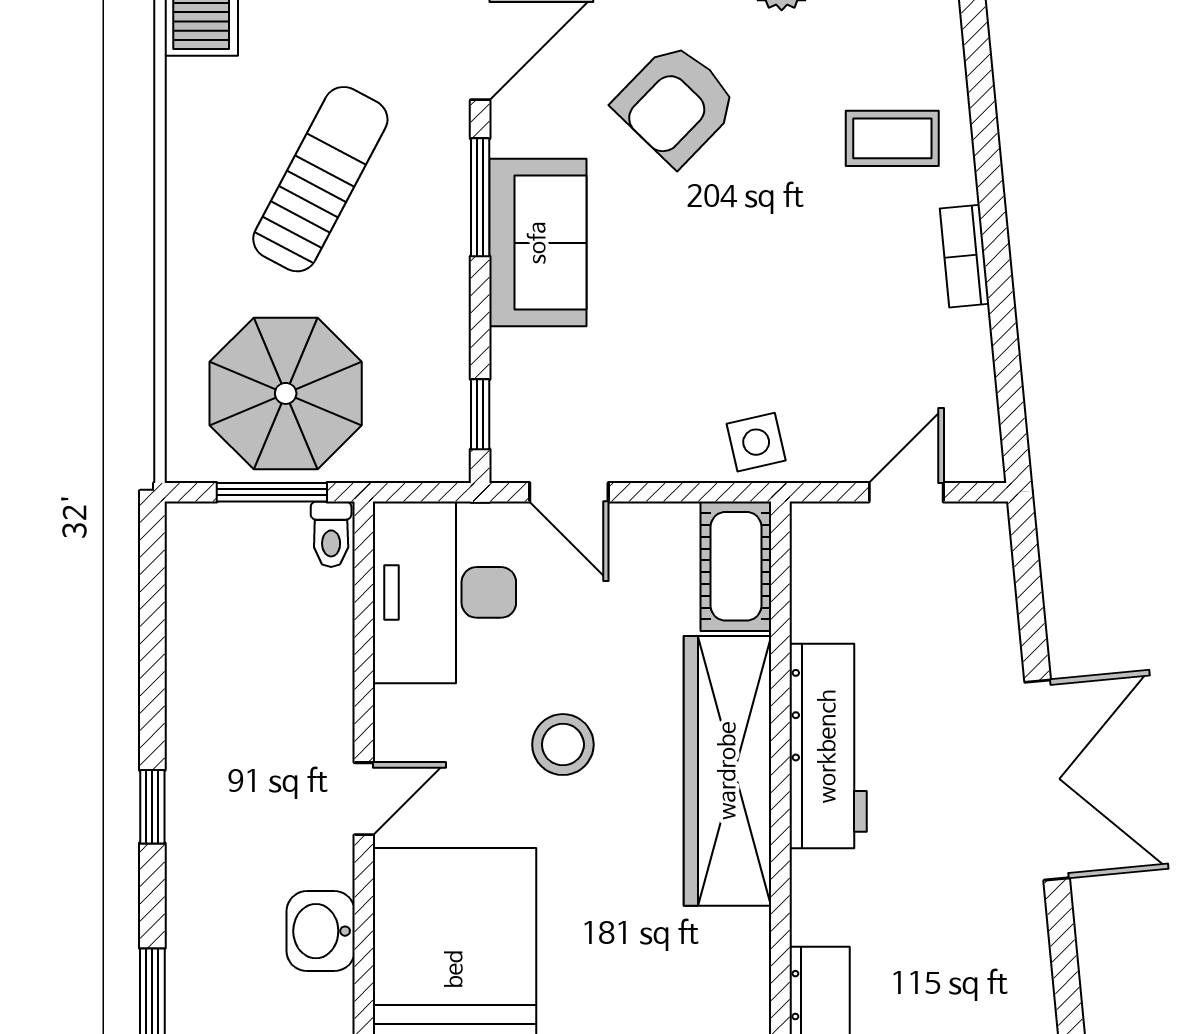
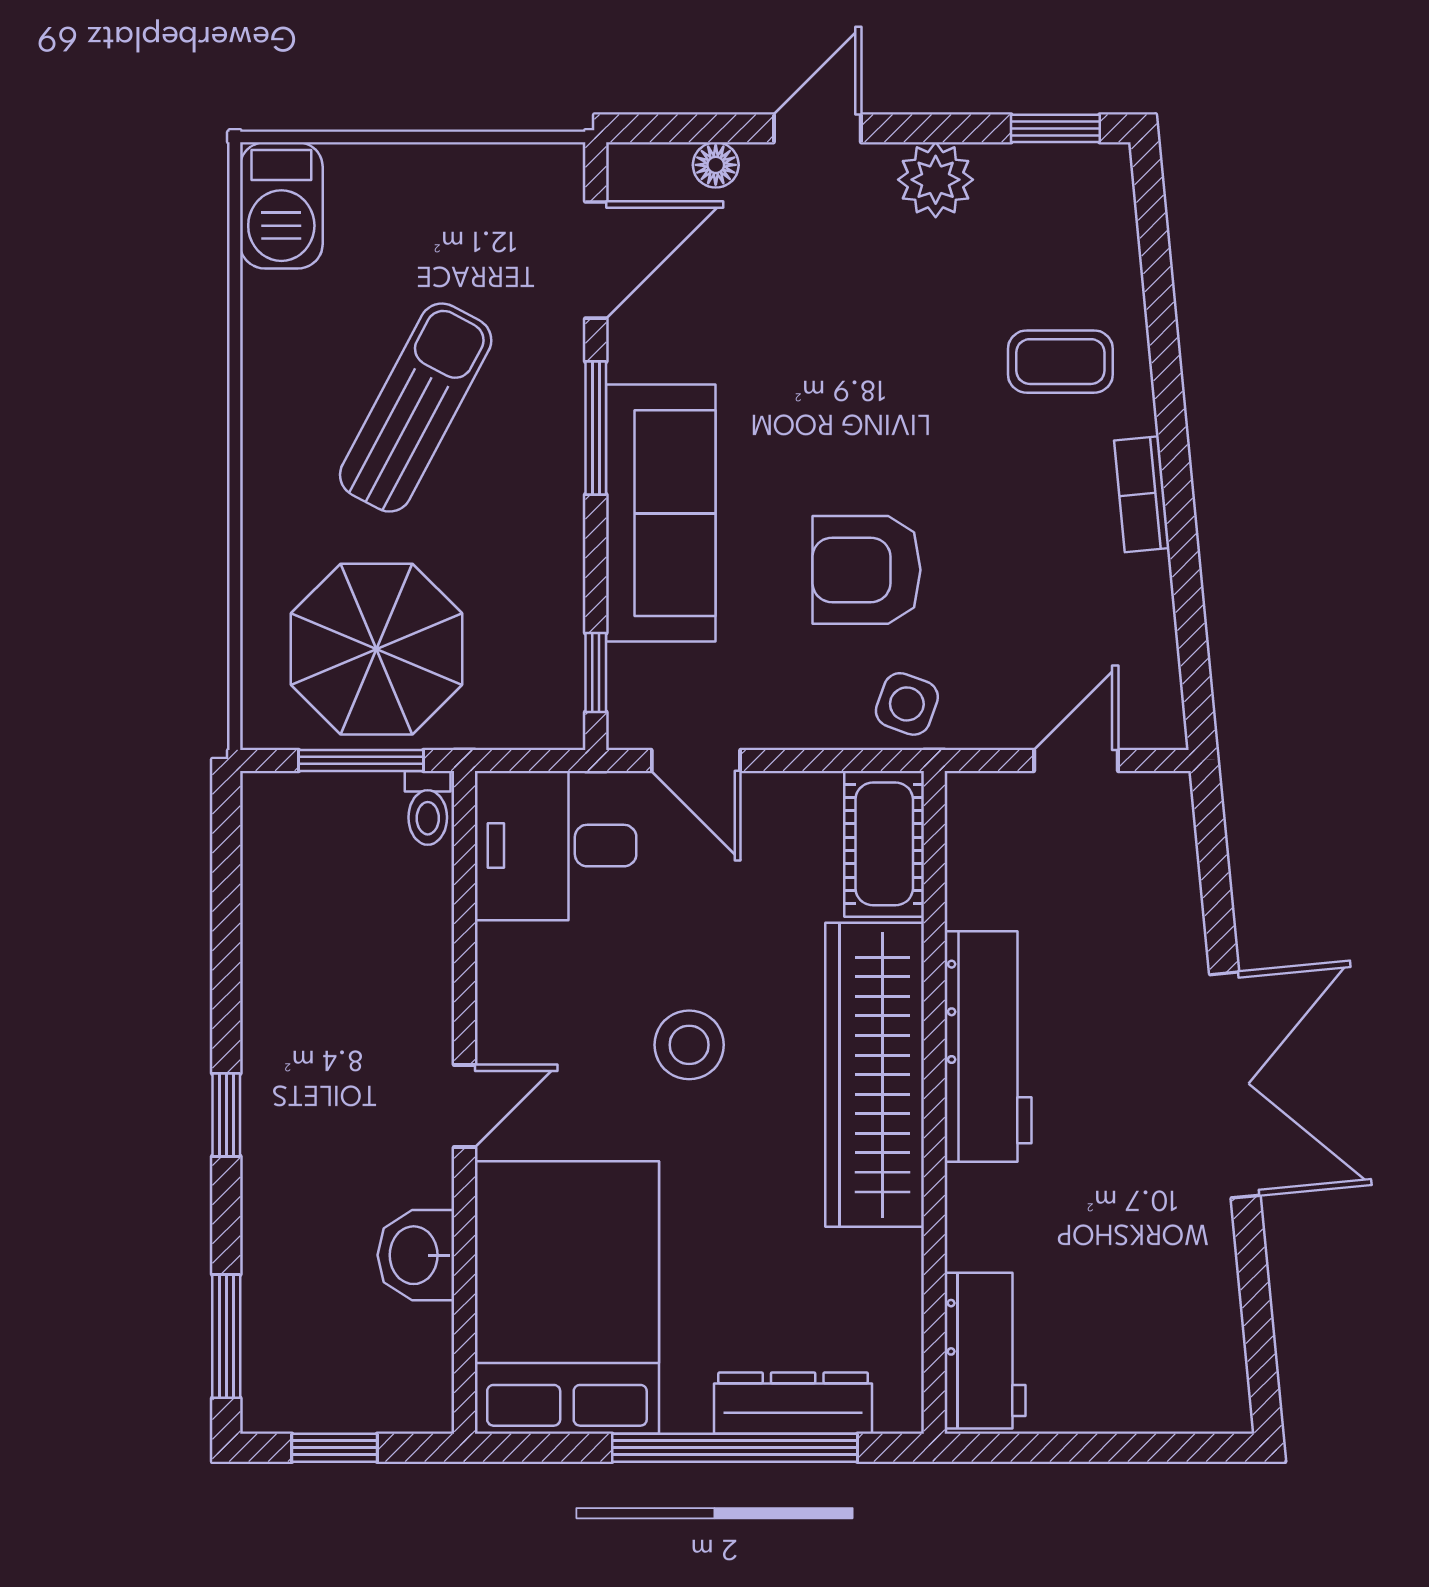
armchair: (676, 104) -> (867, 570), moved, turned 46
sofa: (538, 243) -> (661, 513), width x1.36
side table: (756, 442) -> (907, 704), turned 33
desk: (444, 592) -> (556, 846), width x0.73

